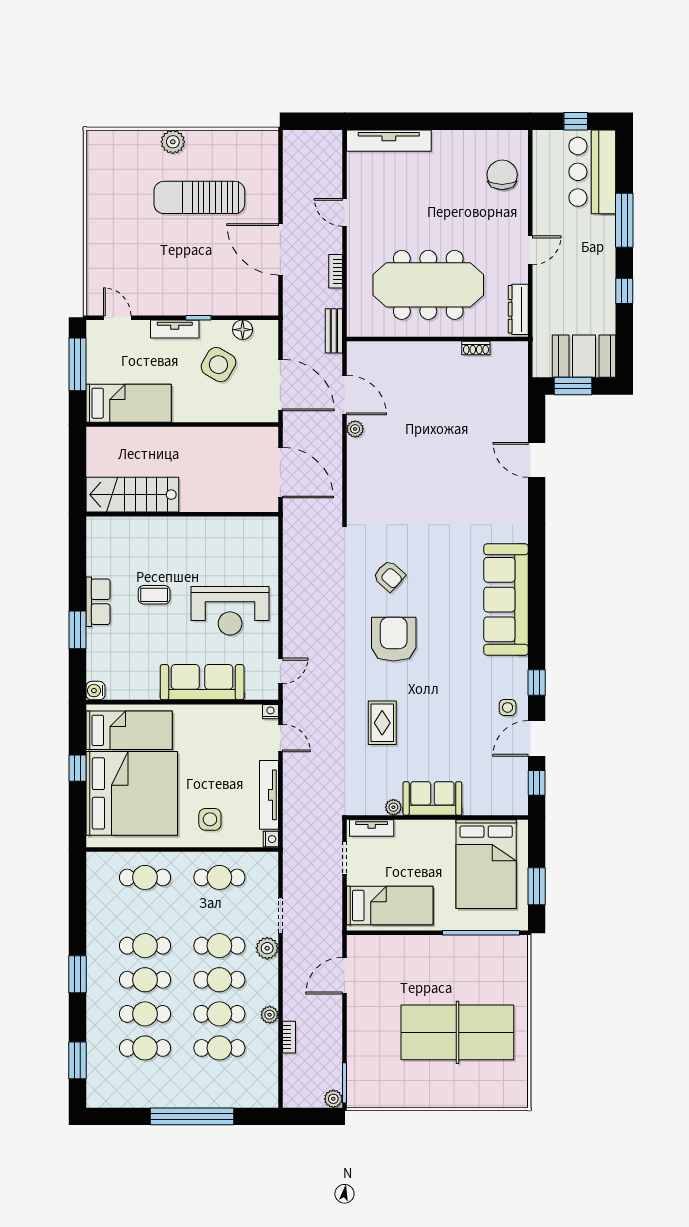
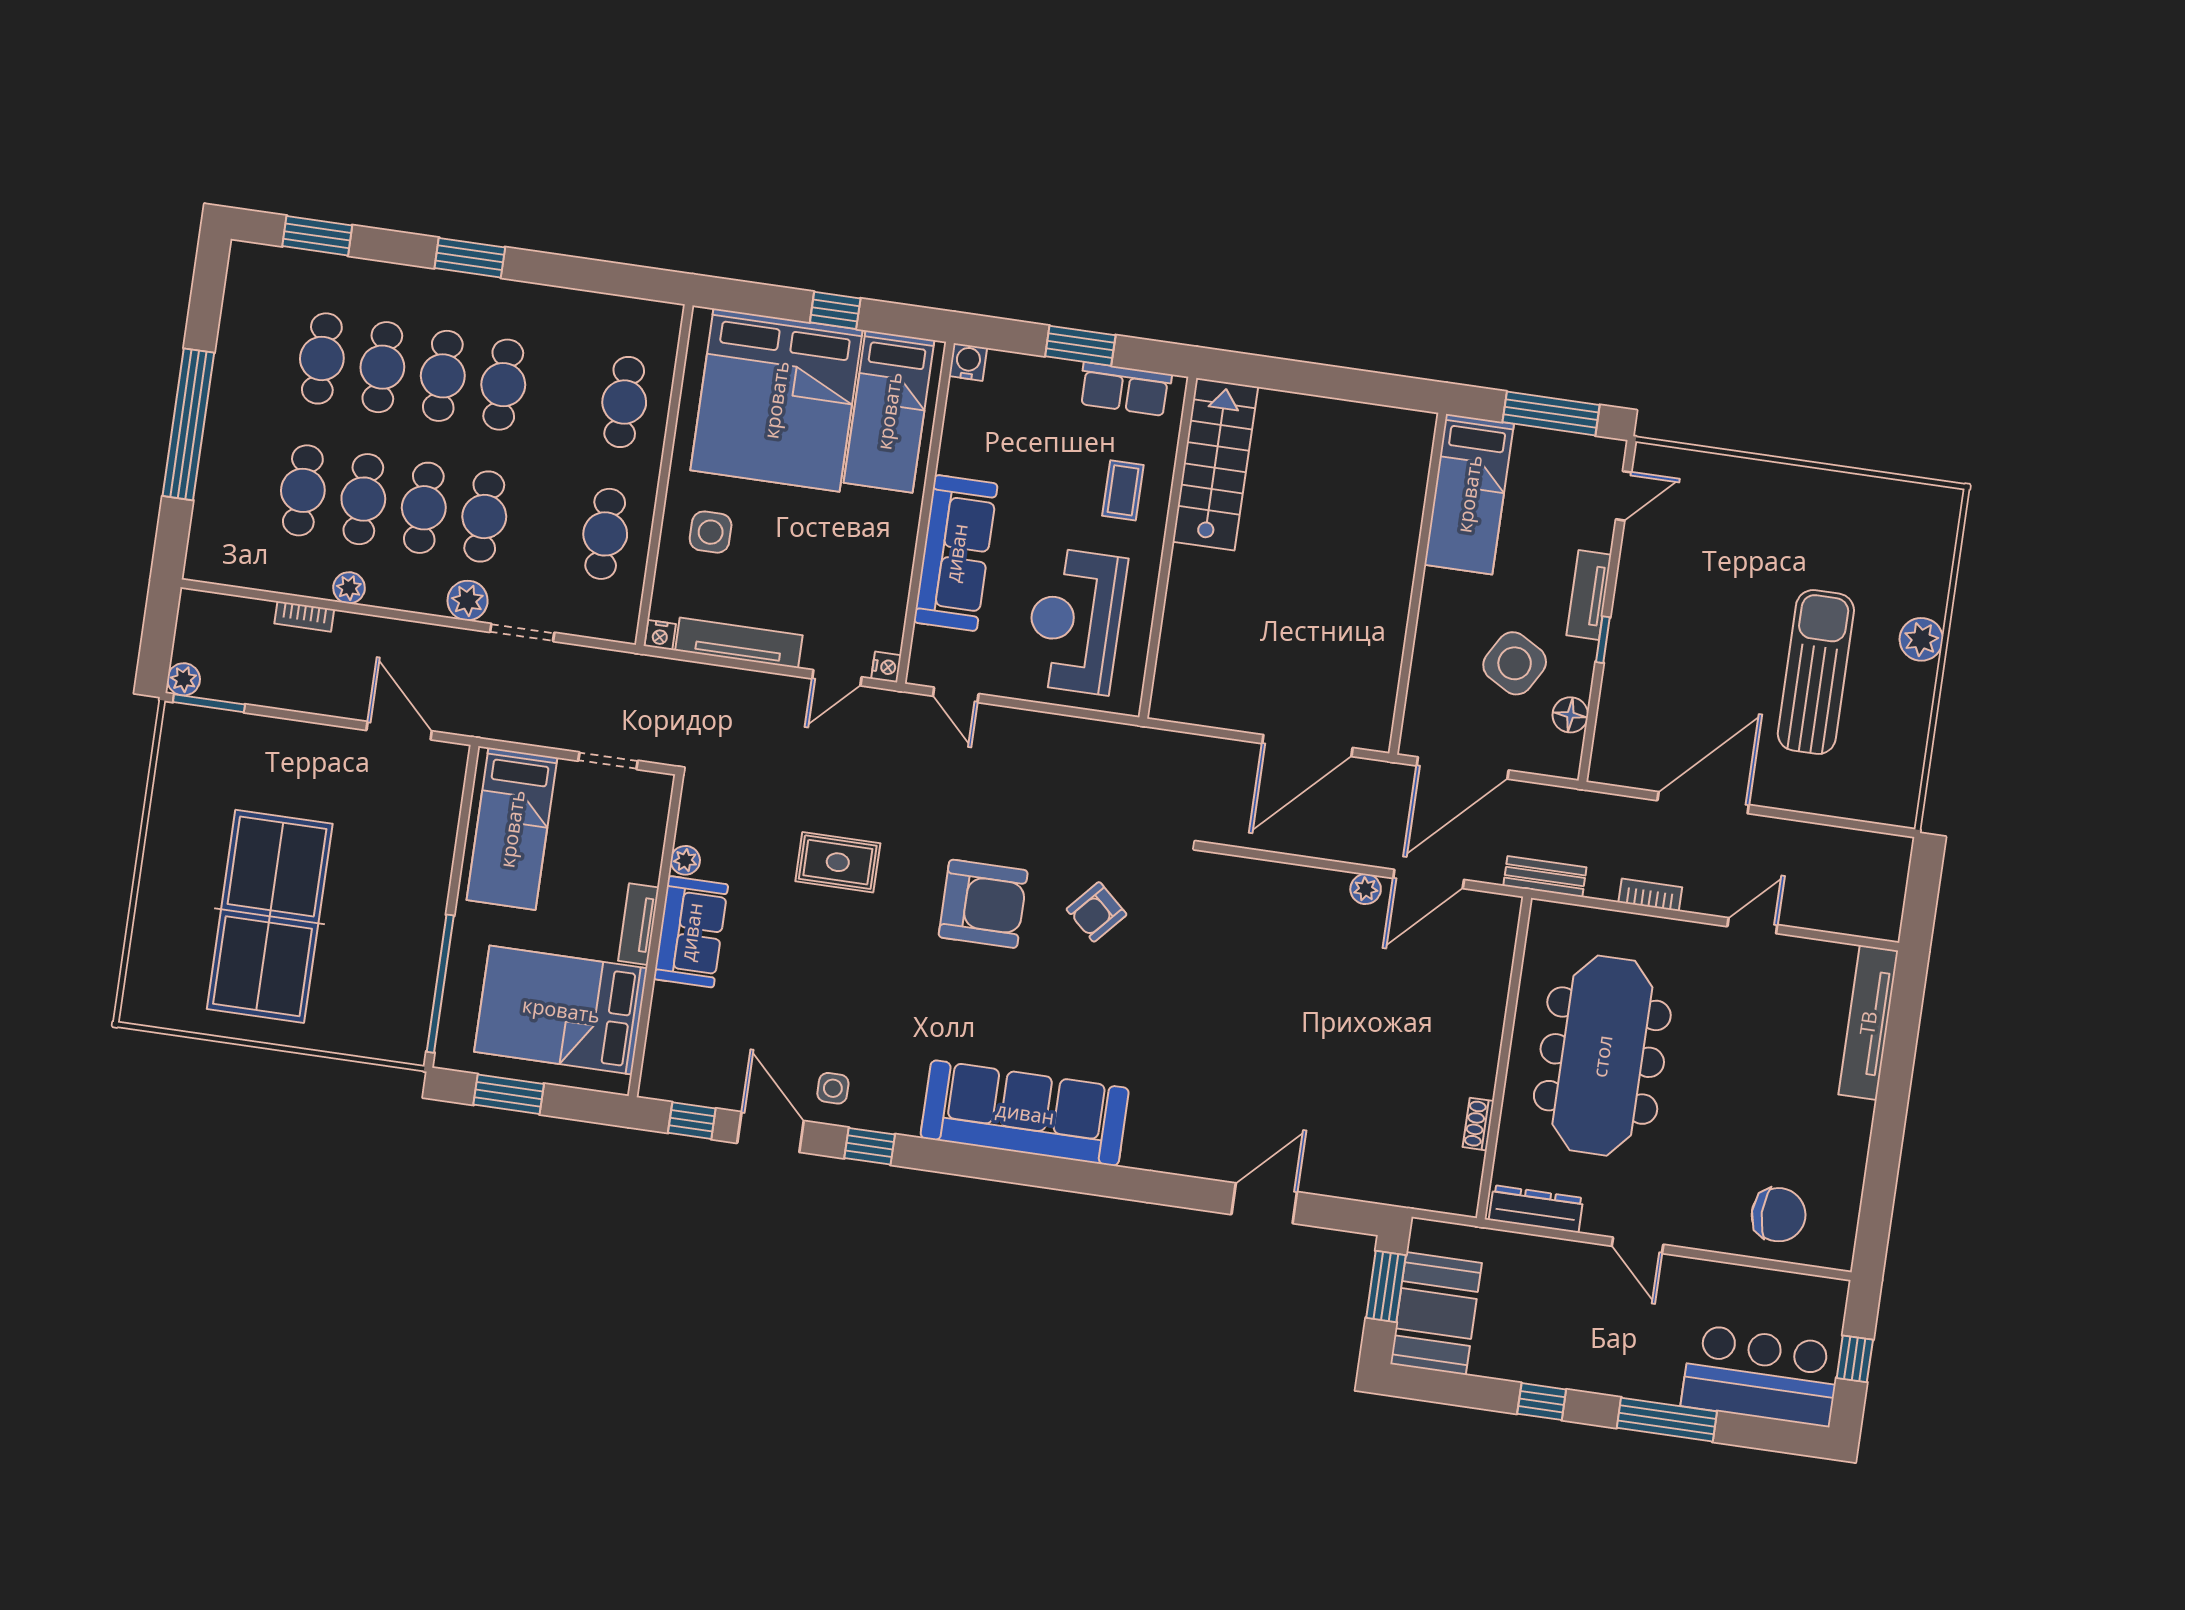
stairs: (132, 495) -> (1215, 464), moved
wall: (182, 514) -> (1168, 548), moved
tv unit: (372, 828) -> (638, 924), moved

